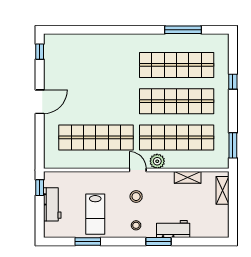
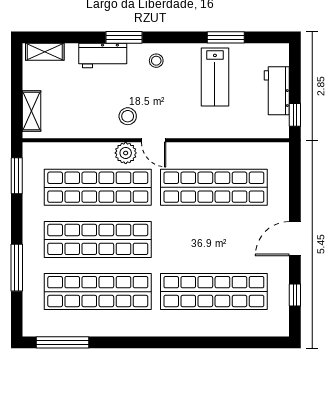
window: (183, 30) -> (63, 342), moved
window: (40, 52) -> (295, 295), moved
shop shelf: (96, 65) -> (214, 292), added
window: (233, 82) -> (17, 268), width x2.17
shelving: (188, 177) -> (45, 52), moved
stool: (136, 197) -> (128, 116), moved
lab bench: (95, 214) -> (215, 77), turned 180

